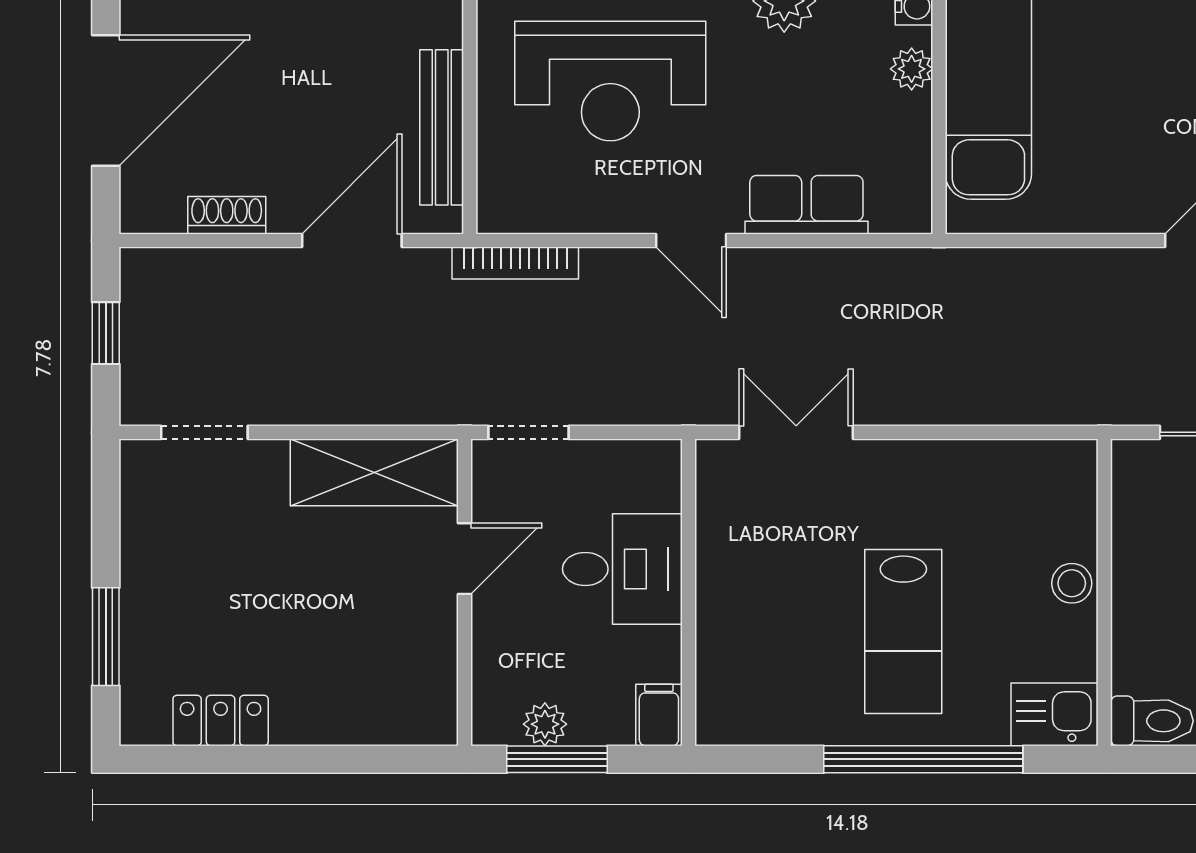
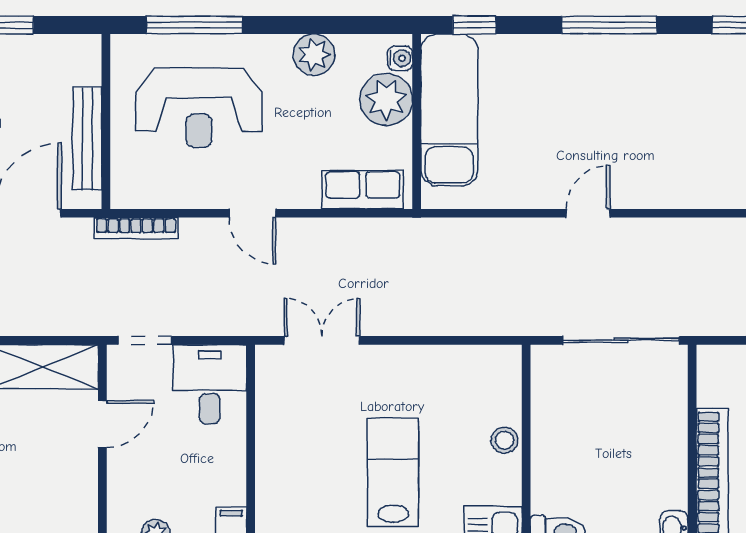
plant: (912, 69) -> (386, 100), width x1.88, depth x1.88
row of seats: (806, 205) -> (363, 190), moved
desk: (622, 569) -> (210, 384), moved, turned -90
lab bench: (903, 631) -> (393, 472), turned 180

